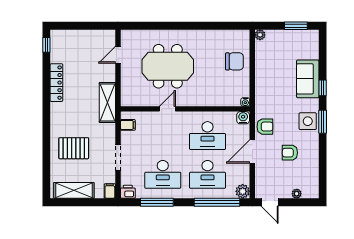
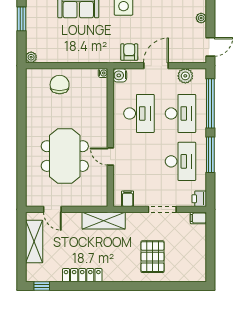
door: (252, 151) -> (156, 66), swing flipped
armchair: (290, 153) -> (157, 25), removed
shelving: (74, 190) -> (34, 241), moved
plant: (243, 191) -> (185, 76), moved
window: (157, 202) -> (210, 155), moved

